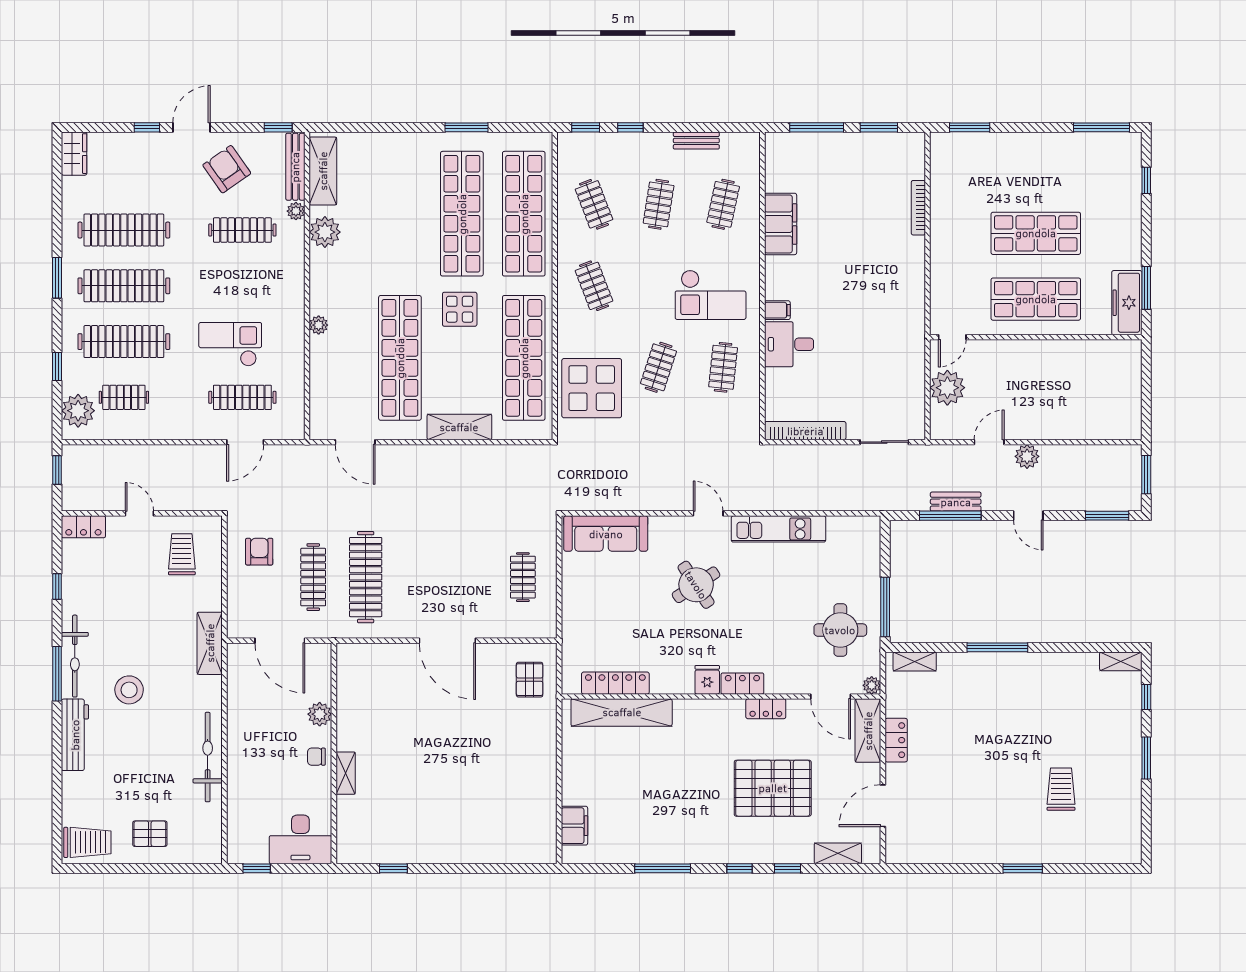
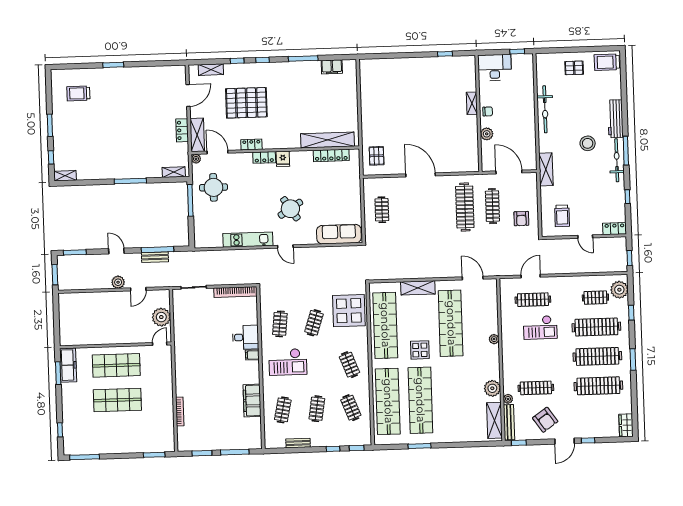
checkout: (711, 295) -> (288, 362), turned 180
trolley: (1061, 789) -> (78, 93), moved, turned 90
filing cabinet: (574, 826) -> (332, 67), moved, turned -90

